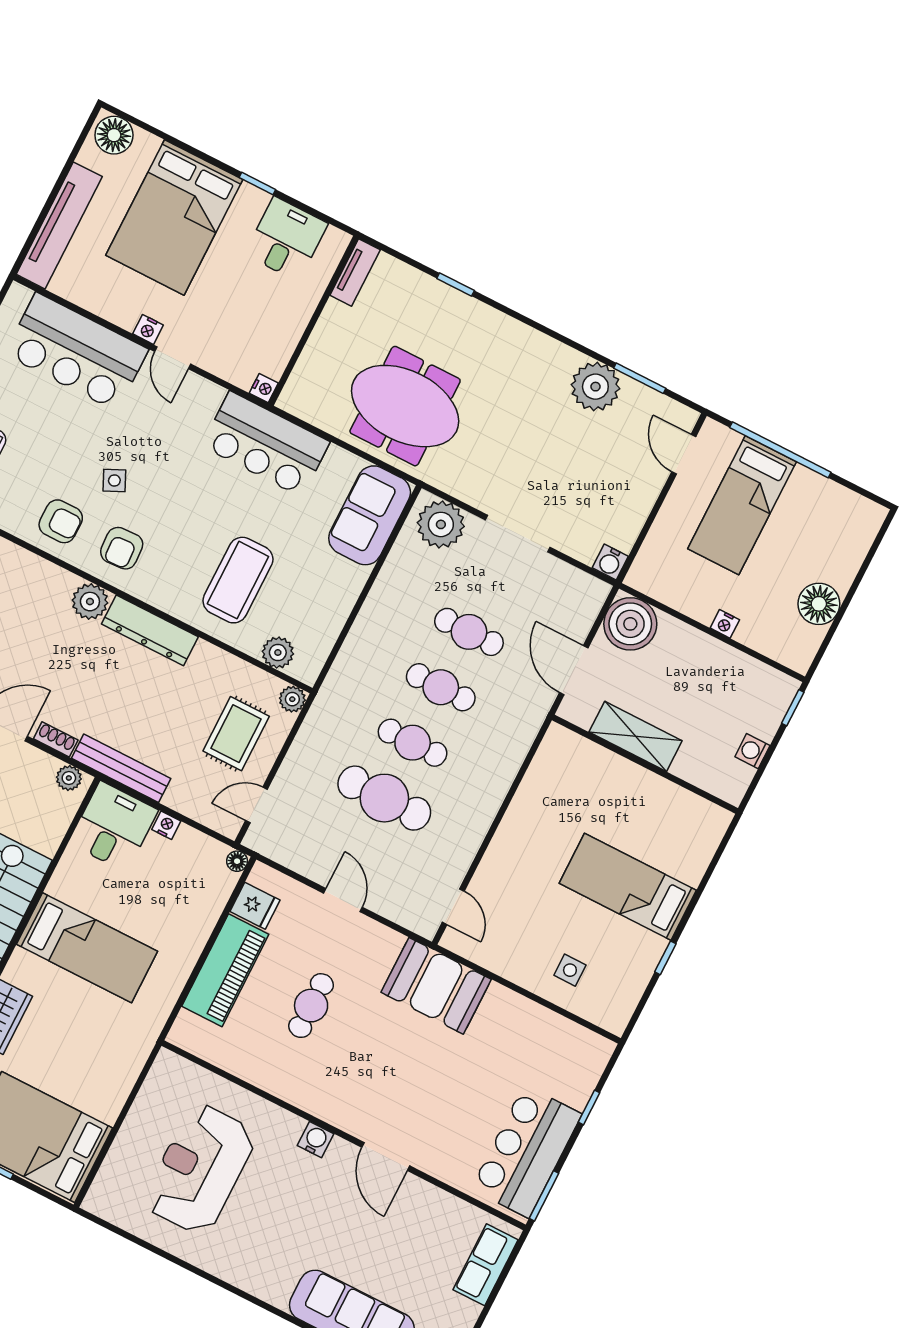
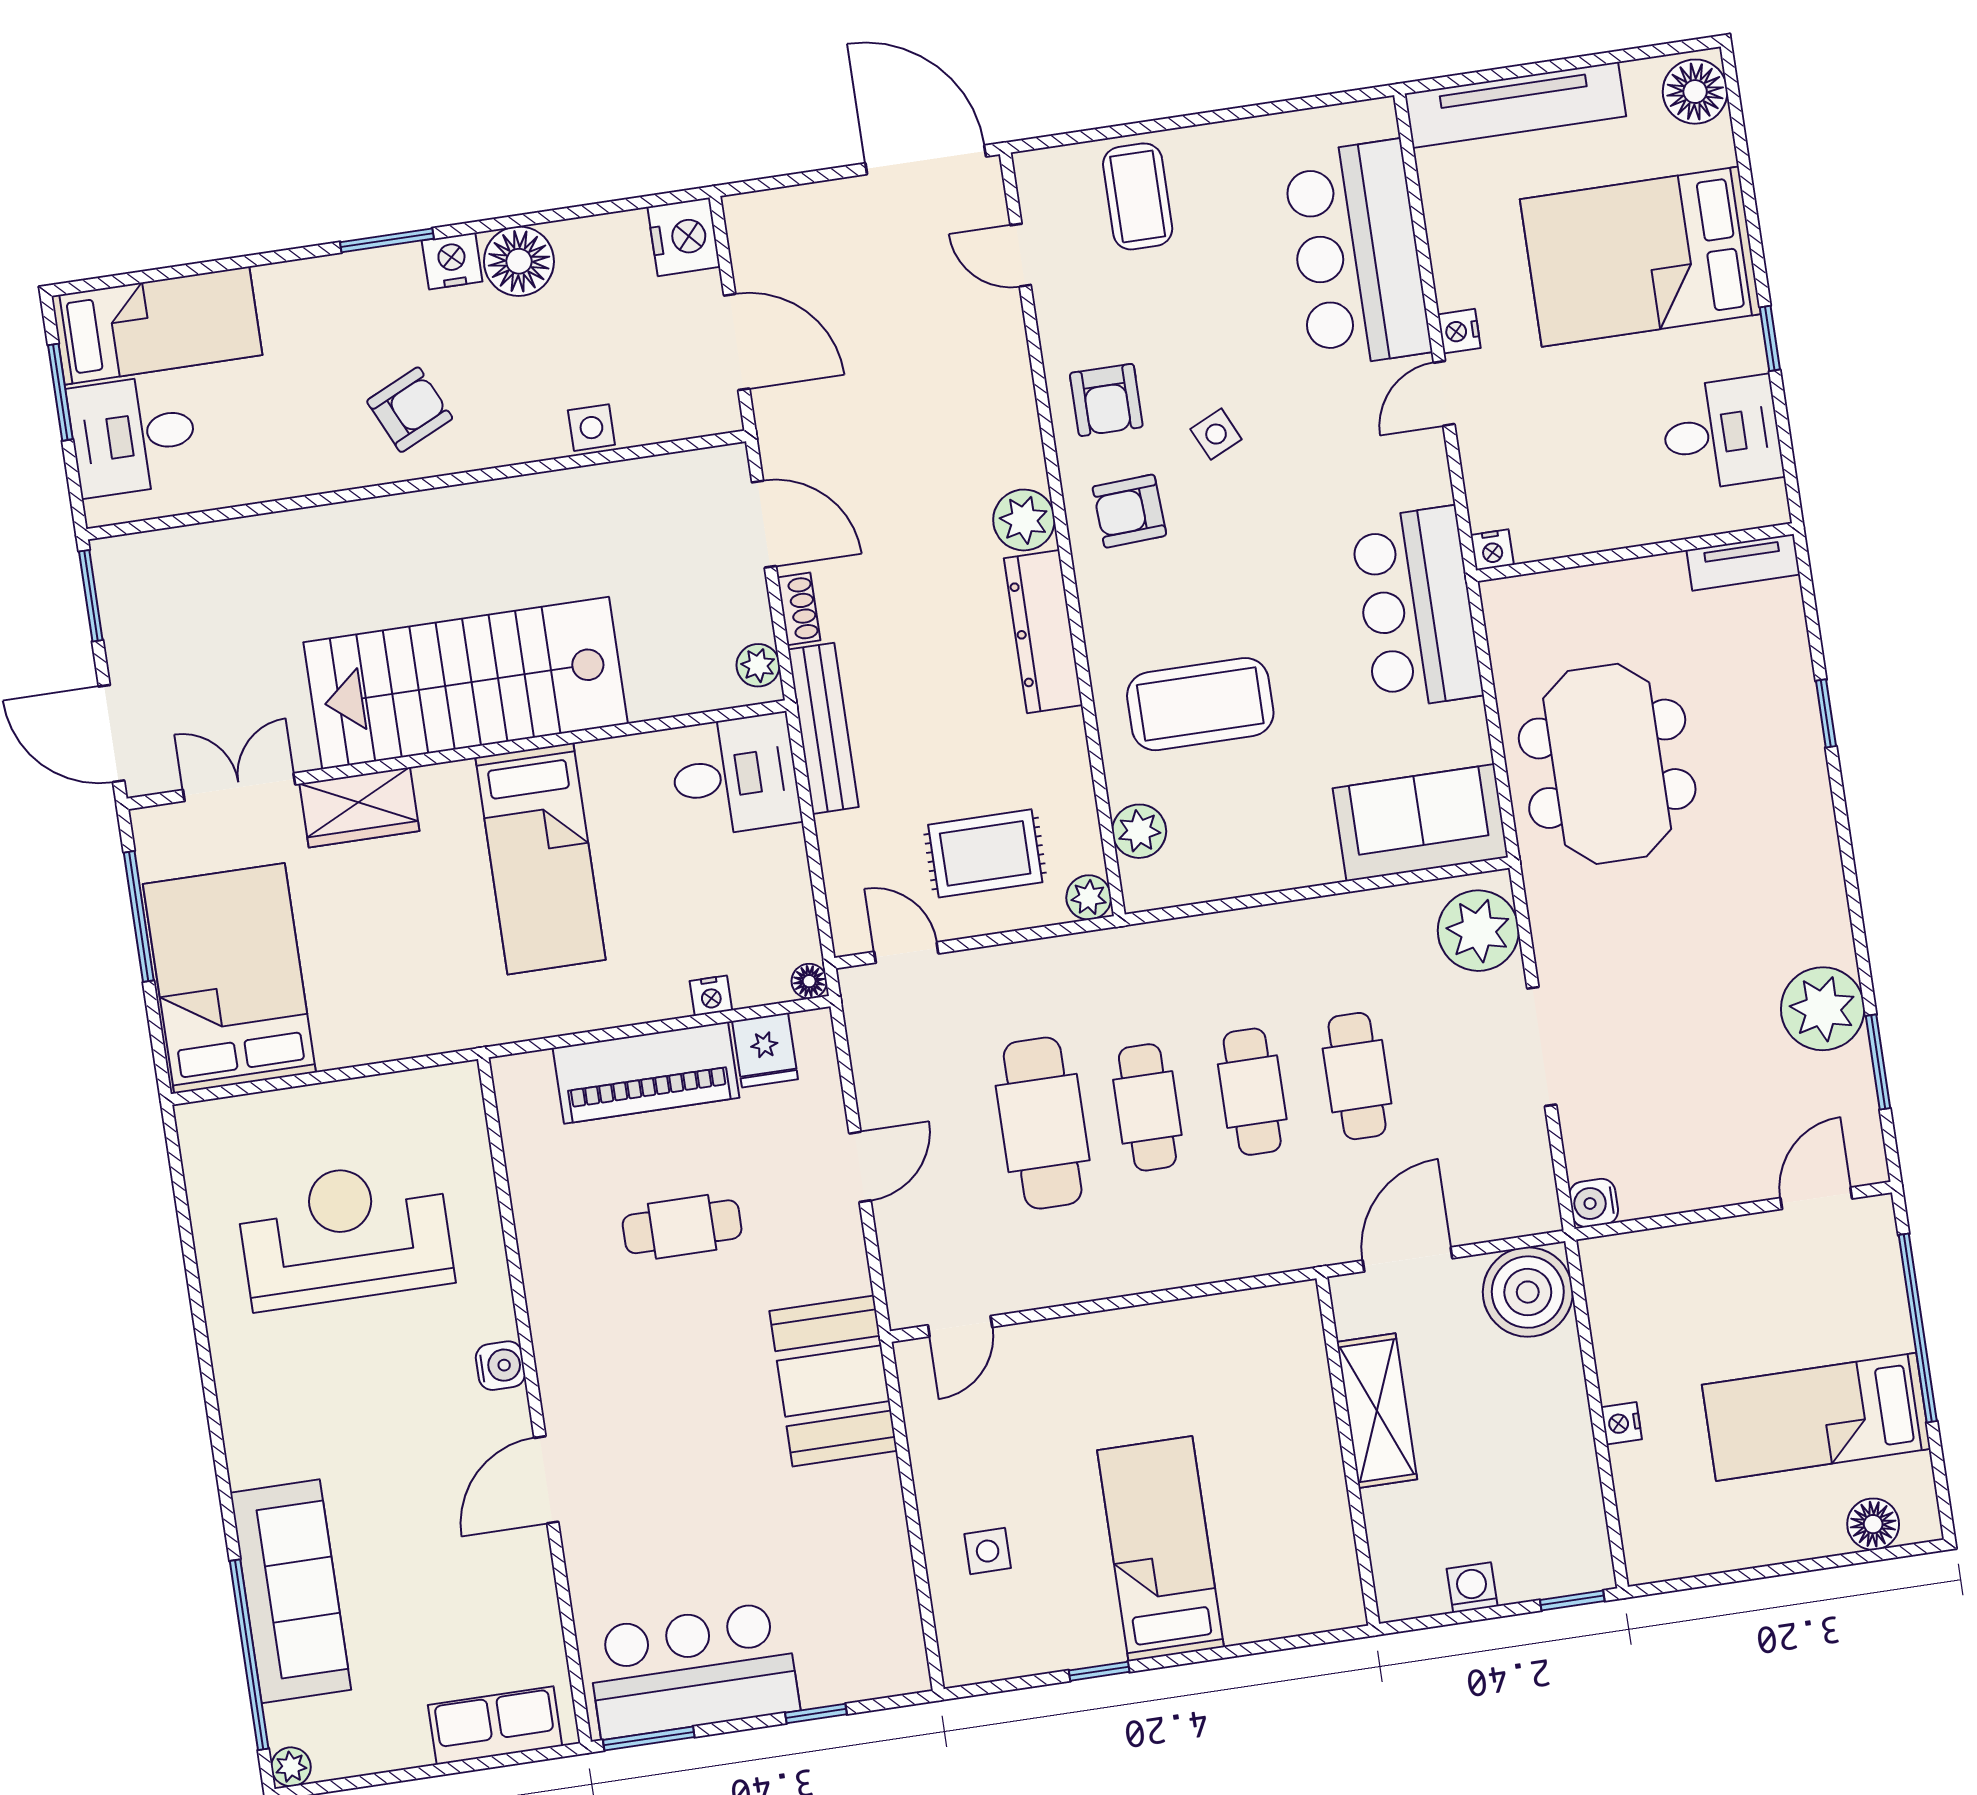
bed: (742, 505) -> (1816, 1417), moved
floor lamp: (819, 604) -> (1873, 1524), moved, width x0.73, depth x0.73
nightstand: (166, 825) -> (711, 996), moved, turned 90

